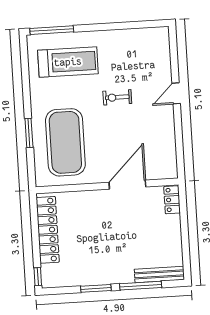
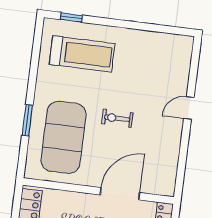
window: (52, 30) -> (71, 17), width x0.46
exercise bike: (117, 97) -> (117, 118), moved

